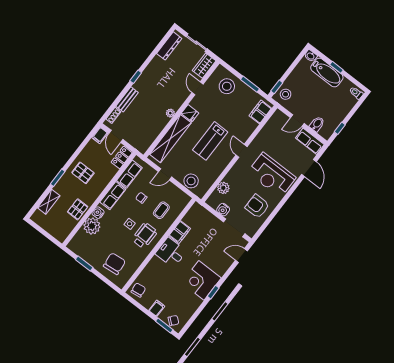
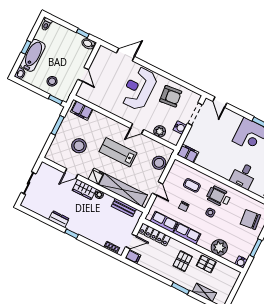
dresser: (169, 46) -> (59, 219), moved, width x0.70
wardrobe: (204, 66) -> (84, 190), moved
stool: (227, 86) -> (79, 146), moved
stool: (286, 94) -> (52, 81), moved
bench: (127, 99) -> (124, 208), moved
bidet: (317, 124) -> (89, 44), moved
lab bench: (210, 141) -> (118, 152), turned 180
row of seats: (310, 141) -> (100, 59), removed
door: (241, 151) -> (137, 129), moved
locker: (122, 157) -> (155, 235), width x1.53
pallet: (83, 173) -> (183, 261), moved
reception desk: (272, 175) -> (139, 88), turned 180
armchair: (257, 206) -> (171, 96), turned -96
water cooler: (98, 213) -> (241, 262), moved
filing cabinet: (180, 232) -> (188, 154), moved
desk: (171, 252) -> (243, 176), moved

